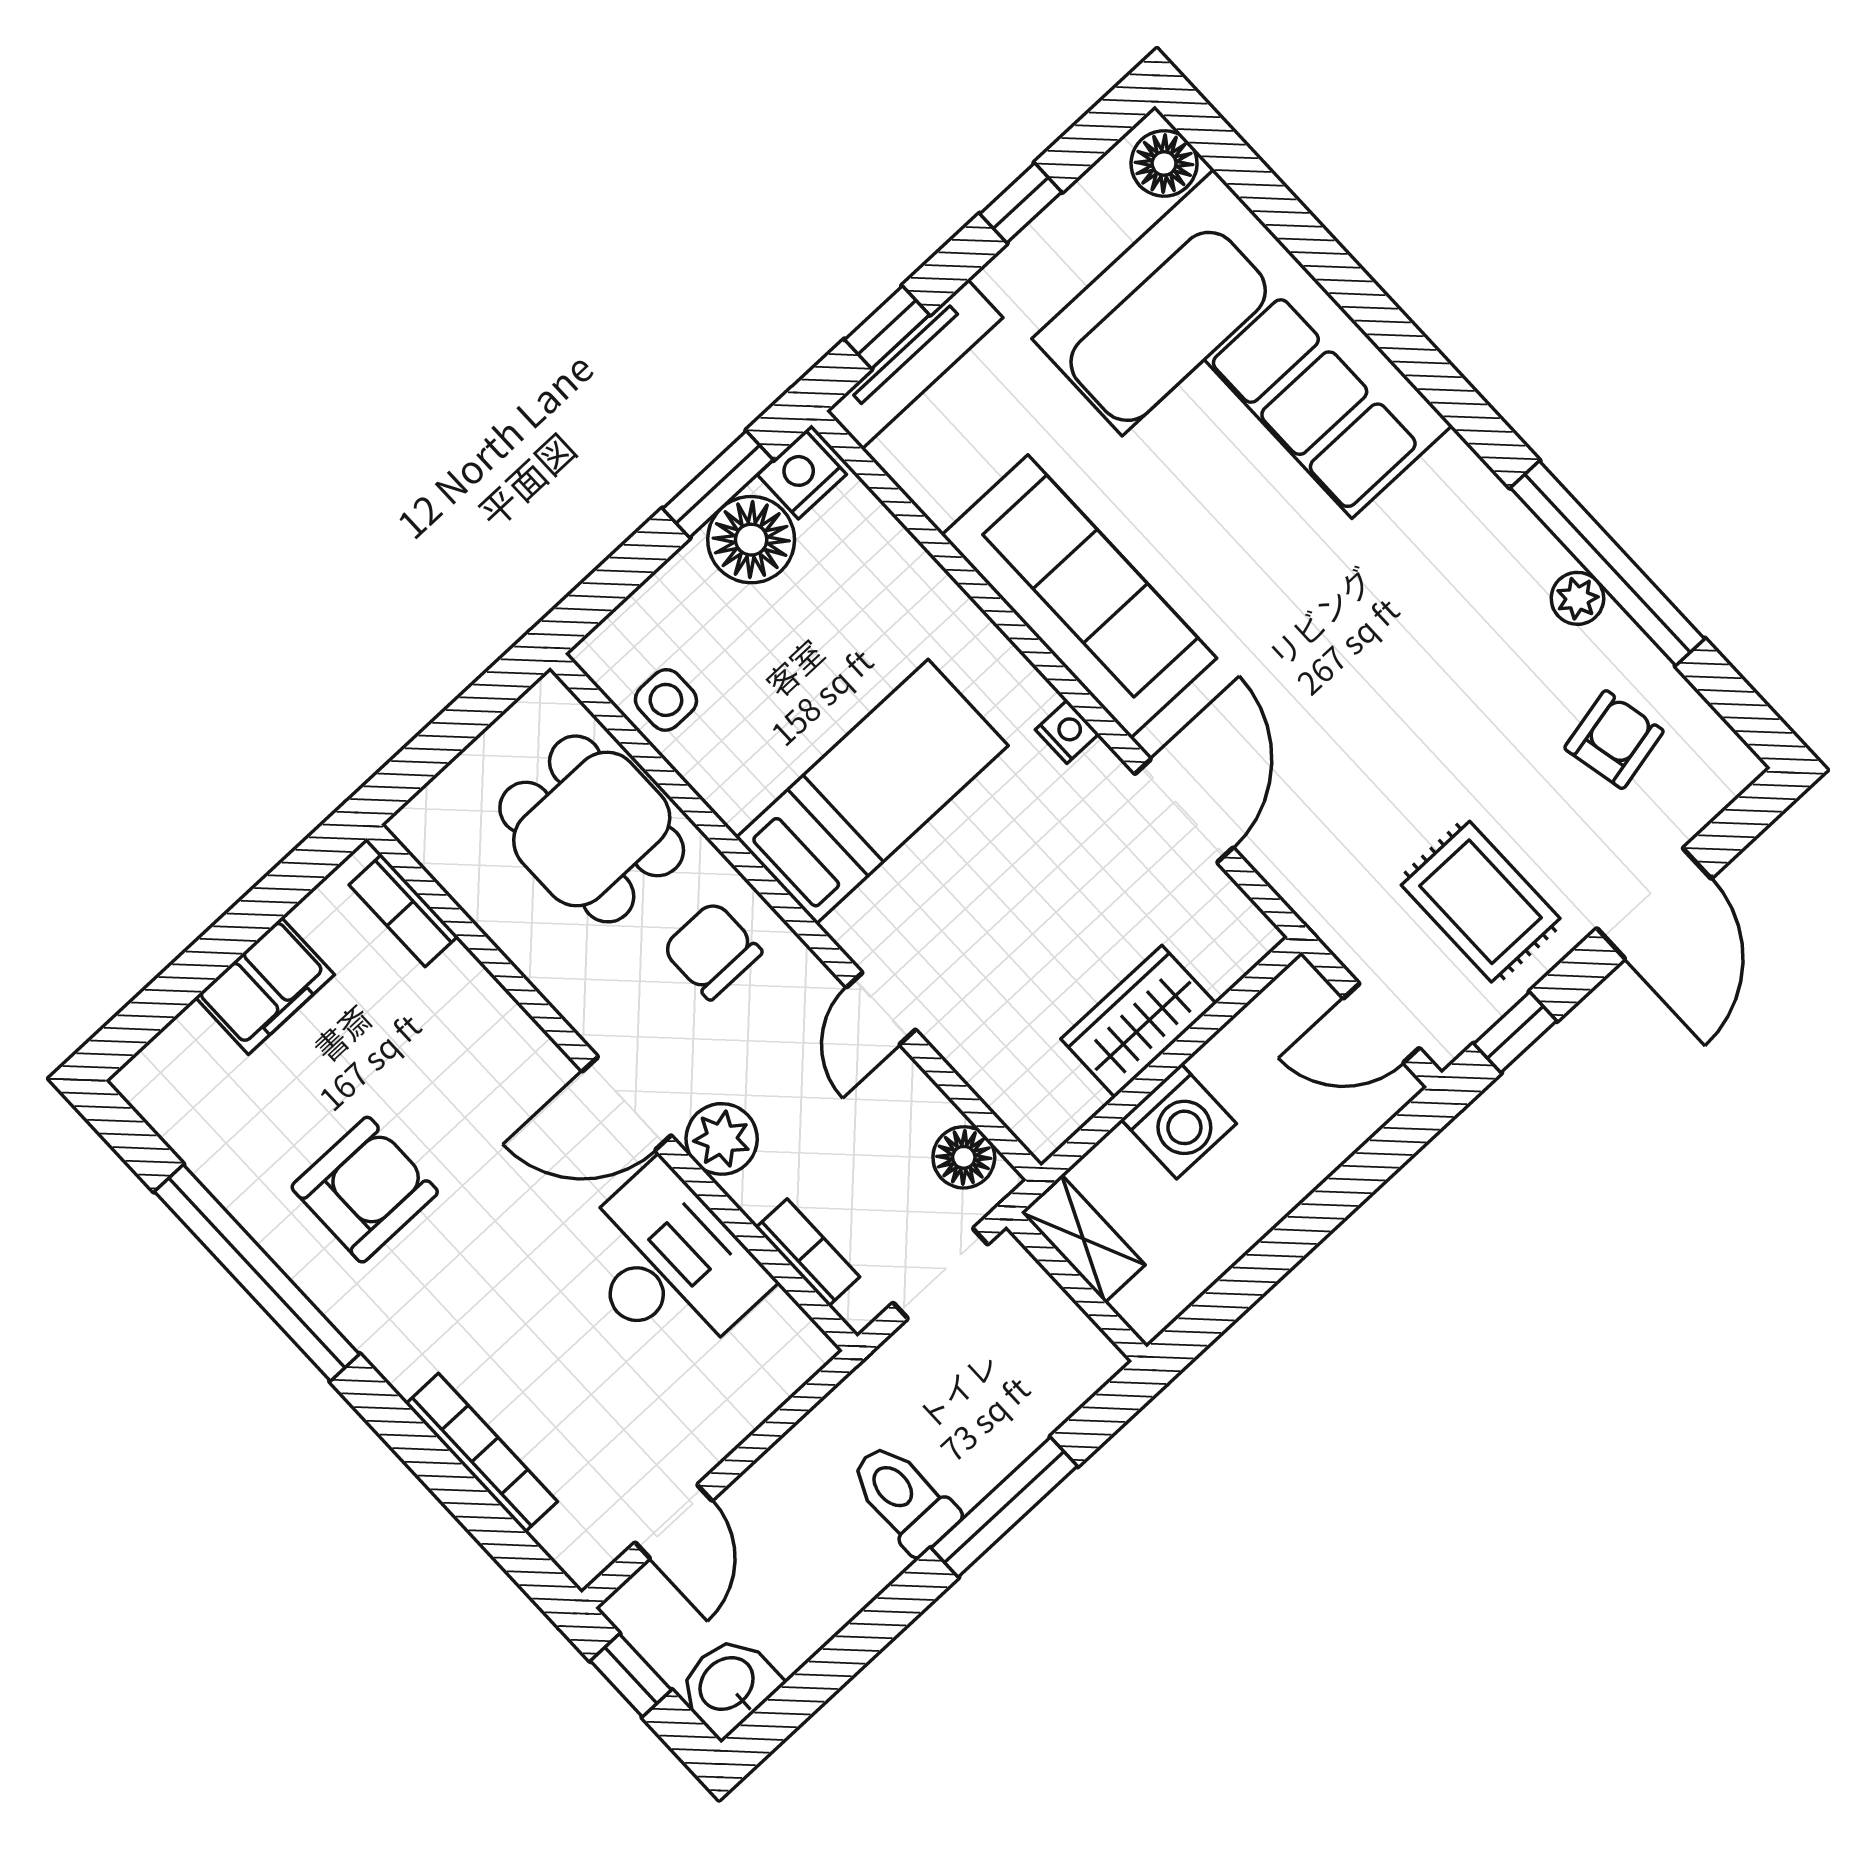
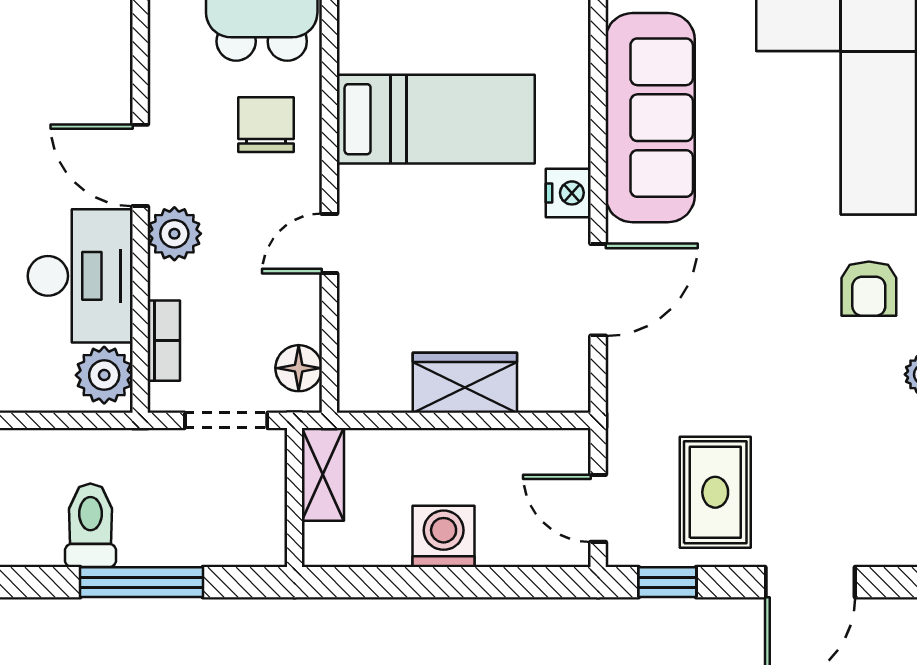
nightstand: (1067, 732) -> (568, 193), width x1.39, depth x1.35
armchair: (1614, 740) -> (869, 289), moved, turned 102
washing machine: (1179, 1121) -> (444, 536), moved, turned 180
plant: (781, 1340) -> (104, 375), added

